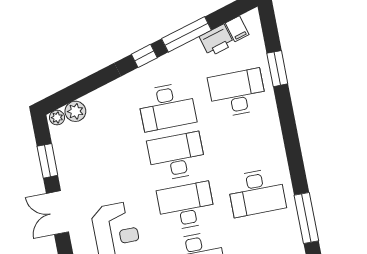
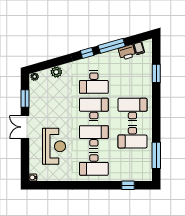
desk: (237, 93) -> (132, 109), moved
plant: (75, 111) -> (56, 72), moved

